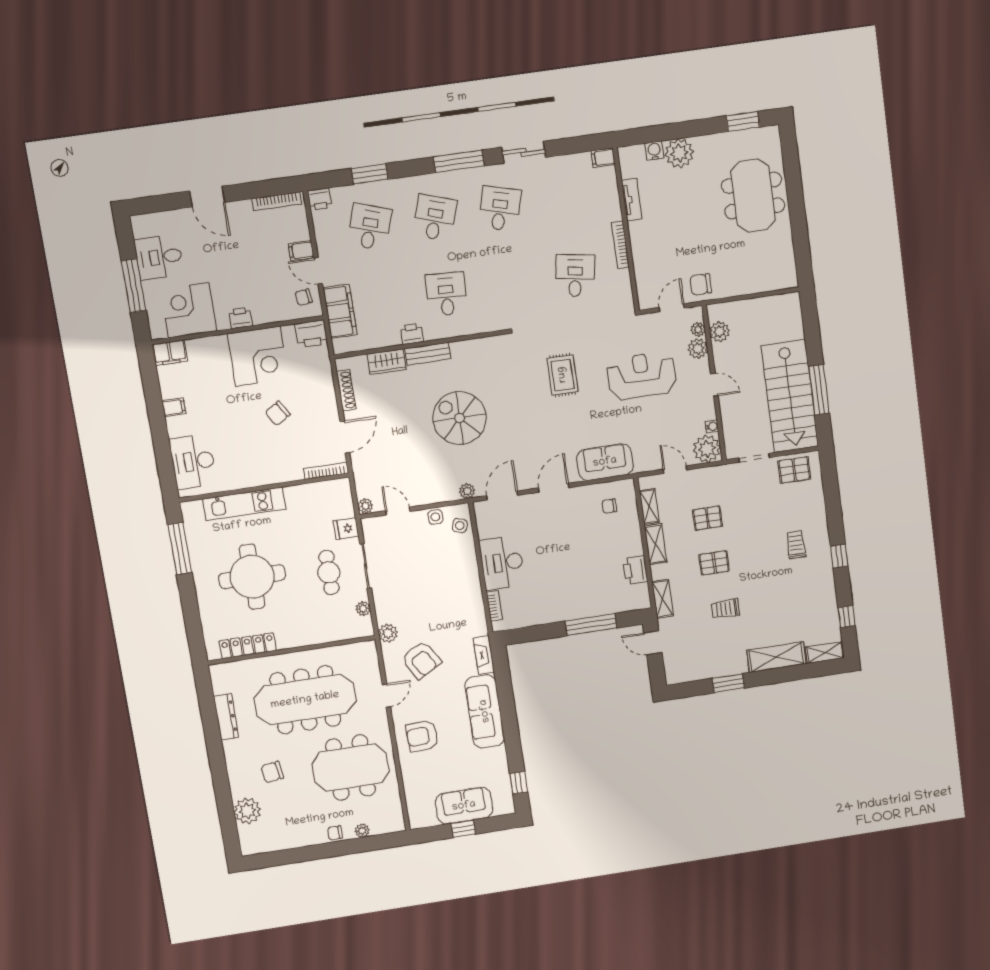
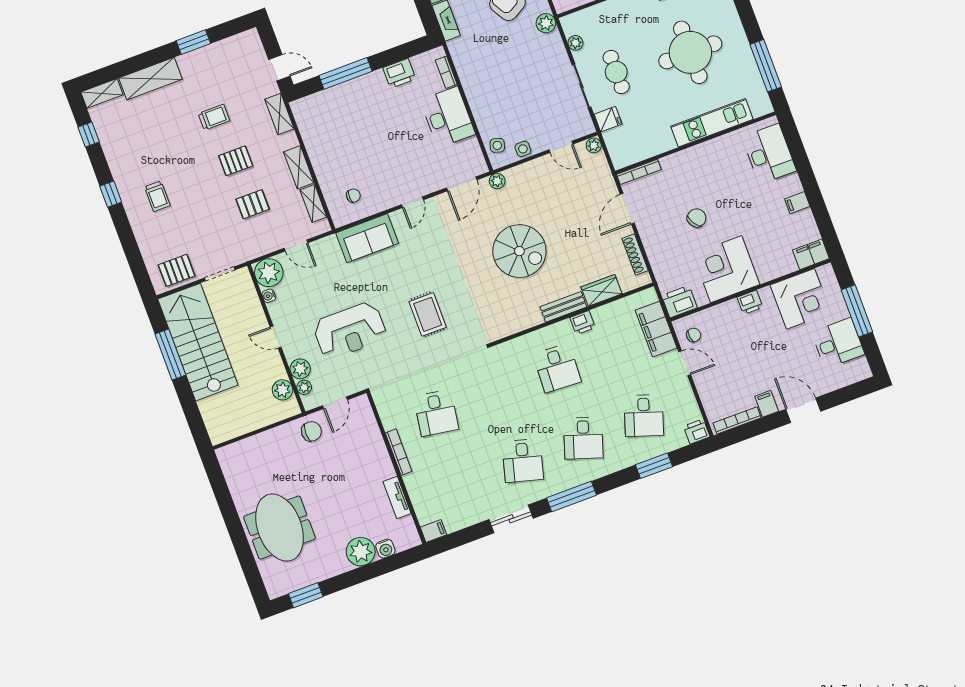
filing cabinet: (301, 251) -> (767, 404), moved, turned -90
door: (554, 488) -> (412, 202), width x0.73
printer: (635, 570) -> (399, 73), moved, turned 90

